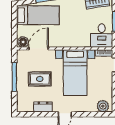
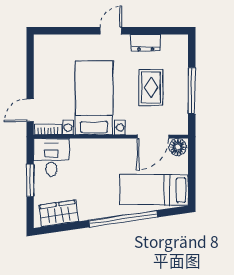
rug: (40, 79) -> (151, 88), turned 90
plant: (103, 106) -> (49, 44), removed

